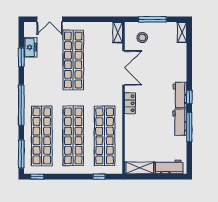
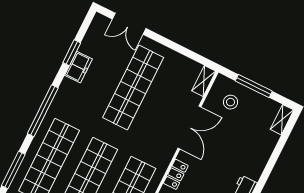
freezer: (30, 47) -> (78, 67), moved

